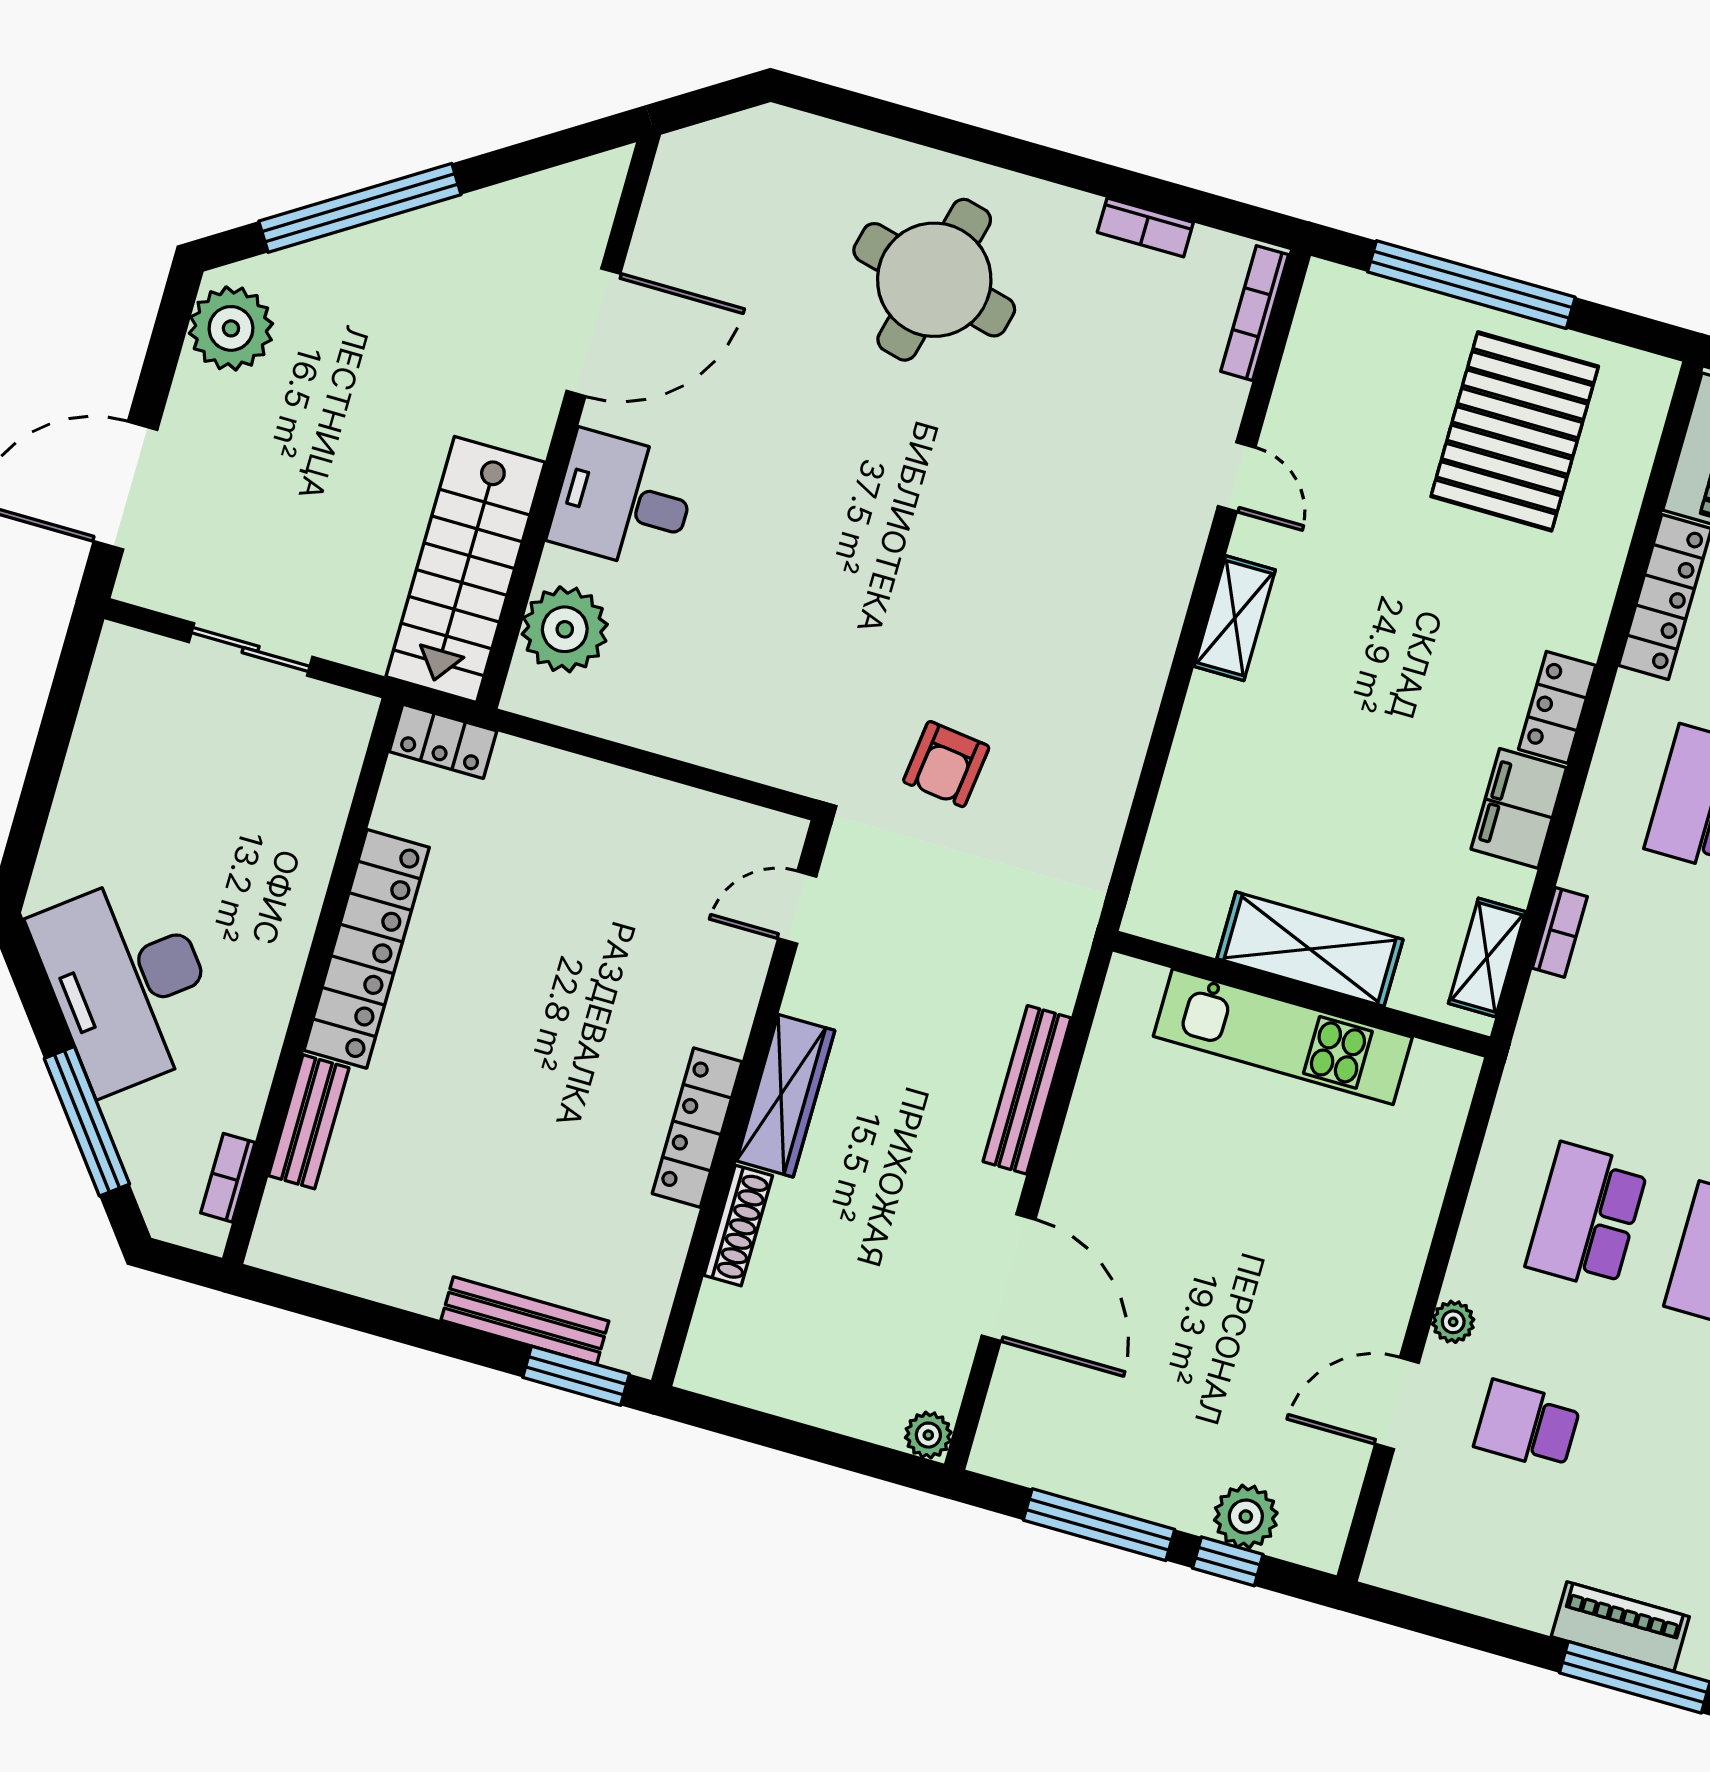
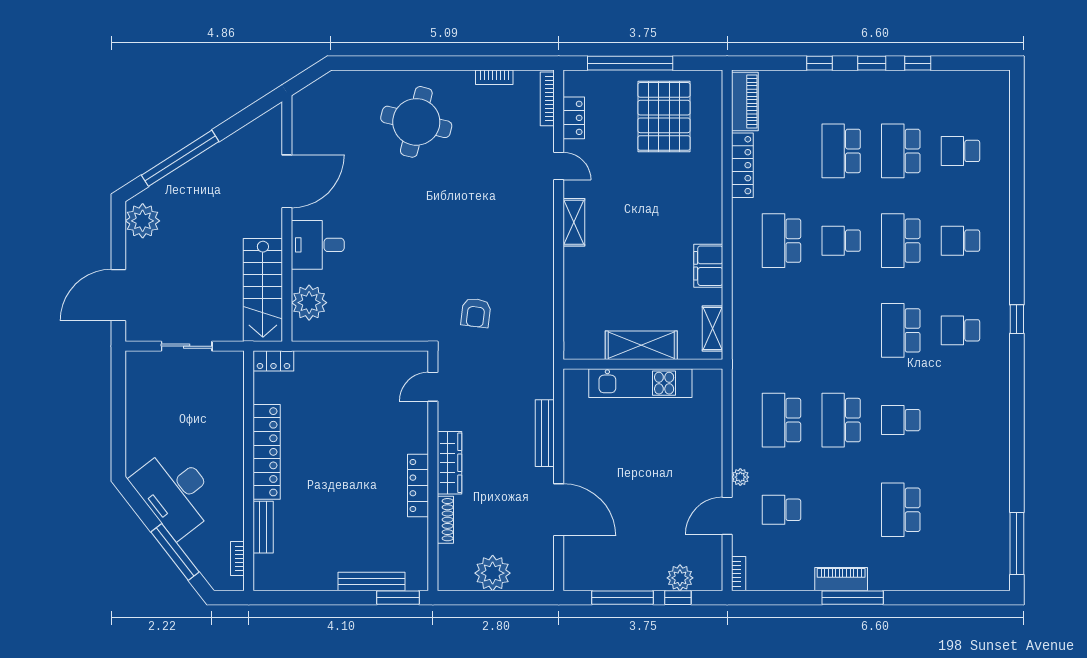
locker: (1557, 707) -> (574, 118), moved, turned 180
bookcase: (1560, 932) -> (739, 574), moved
plant: (928, 1435) -> (493, 573), moved, width x1.87, depth x1.87

